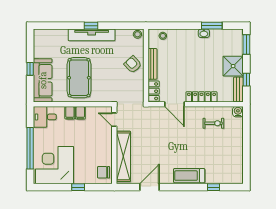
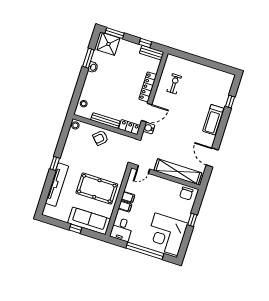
tv unit: (92, 35) -> (57, 185), moved
shower: (233, 66) -> (108, 44), moved
water cooler: (238, 112) -> (149, 128), moved

